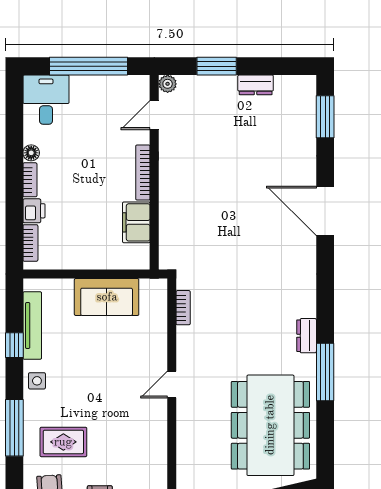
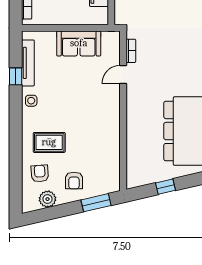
door: (172, 385) -> (123, 75), moved
window: (14, 428) -> (16, 133), removed

